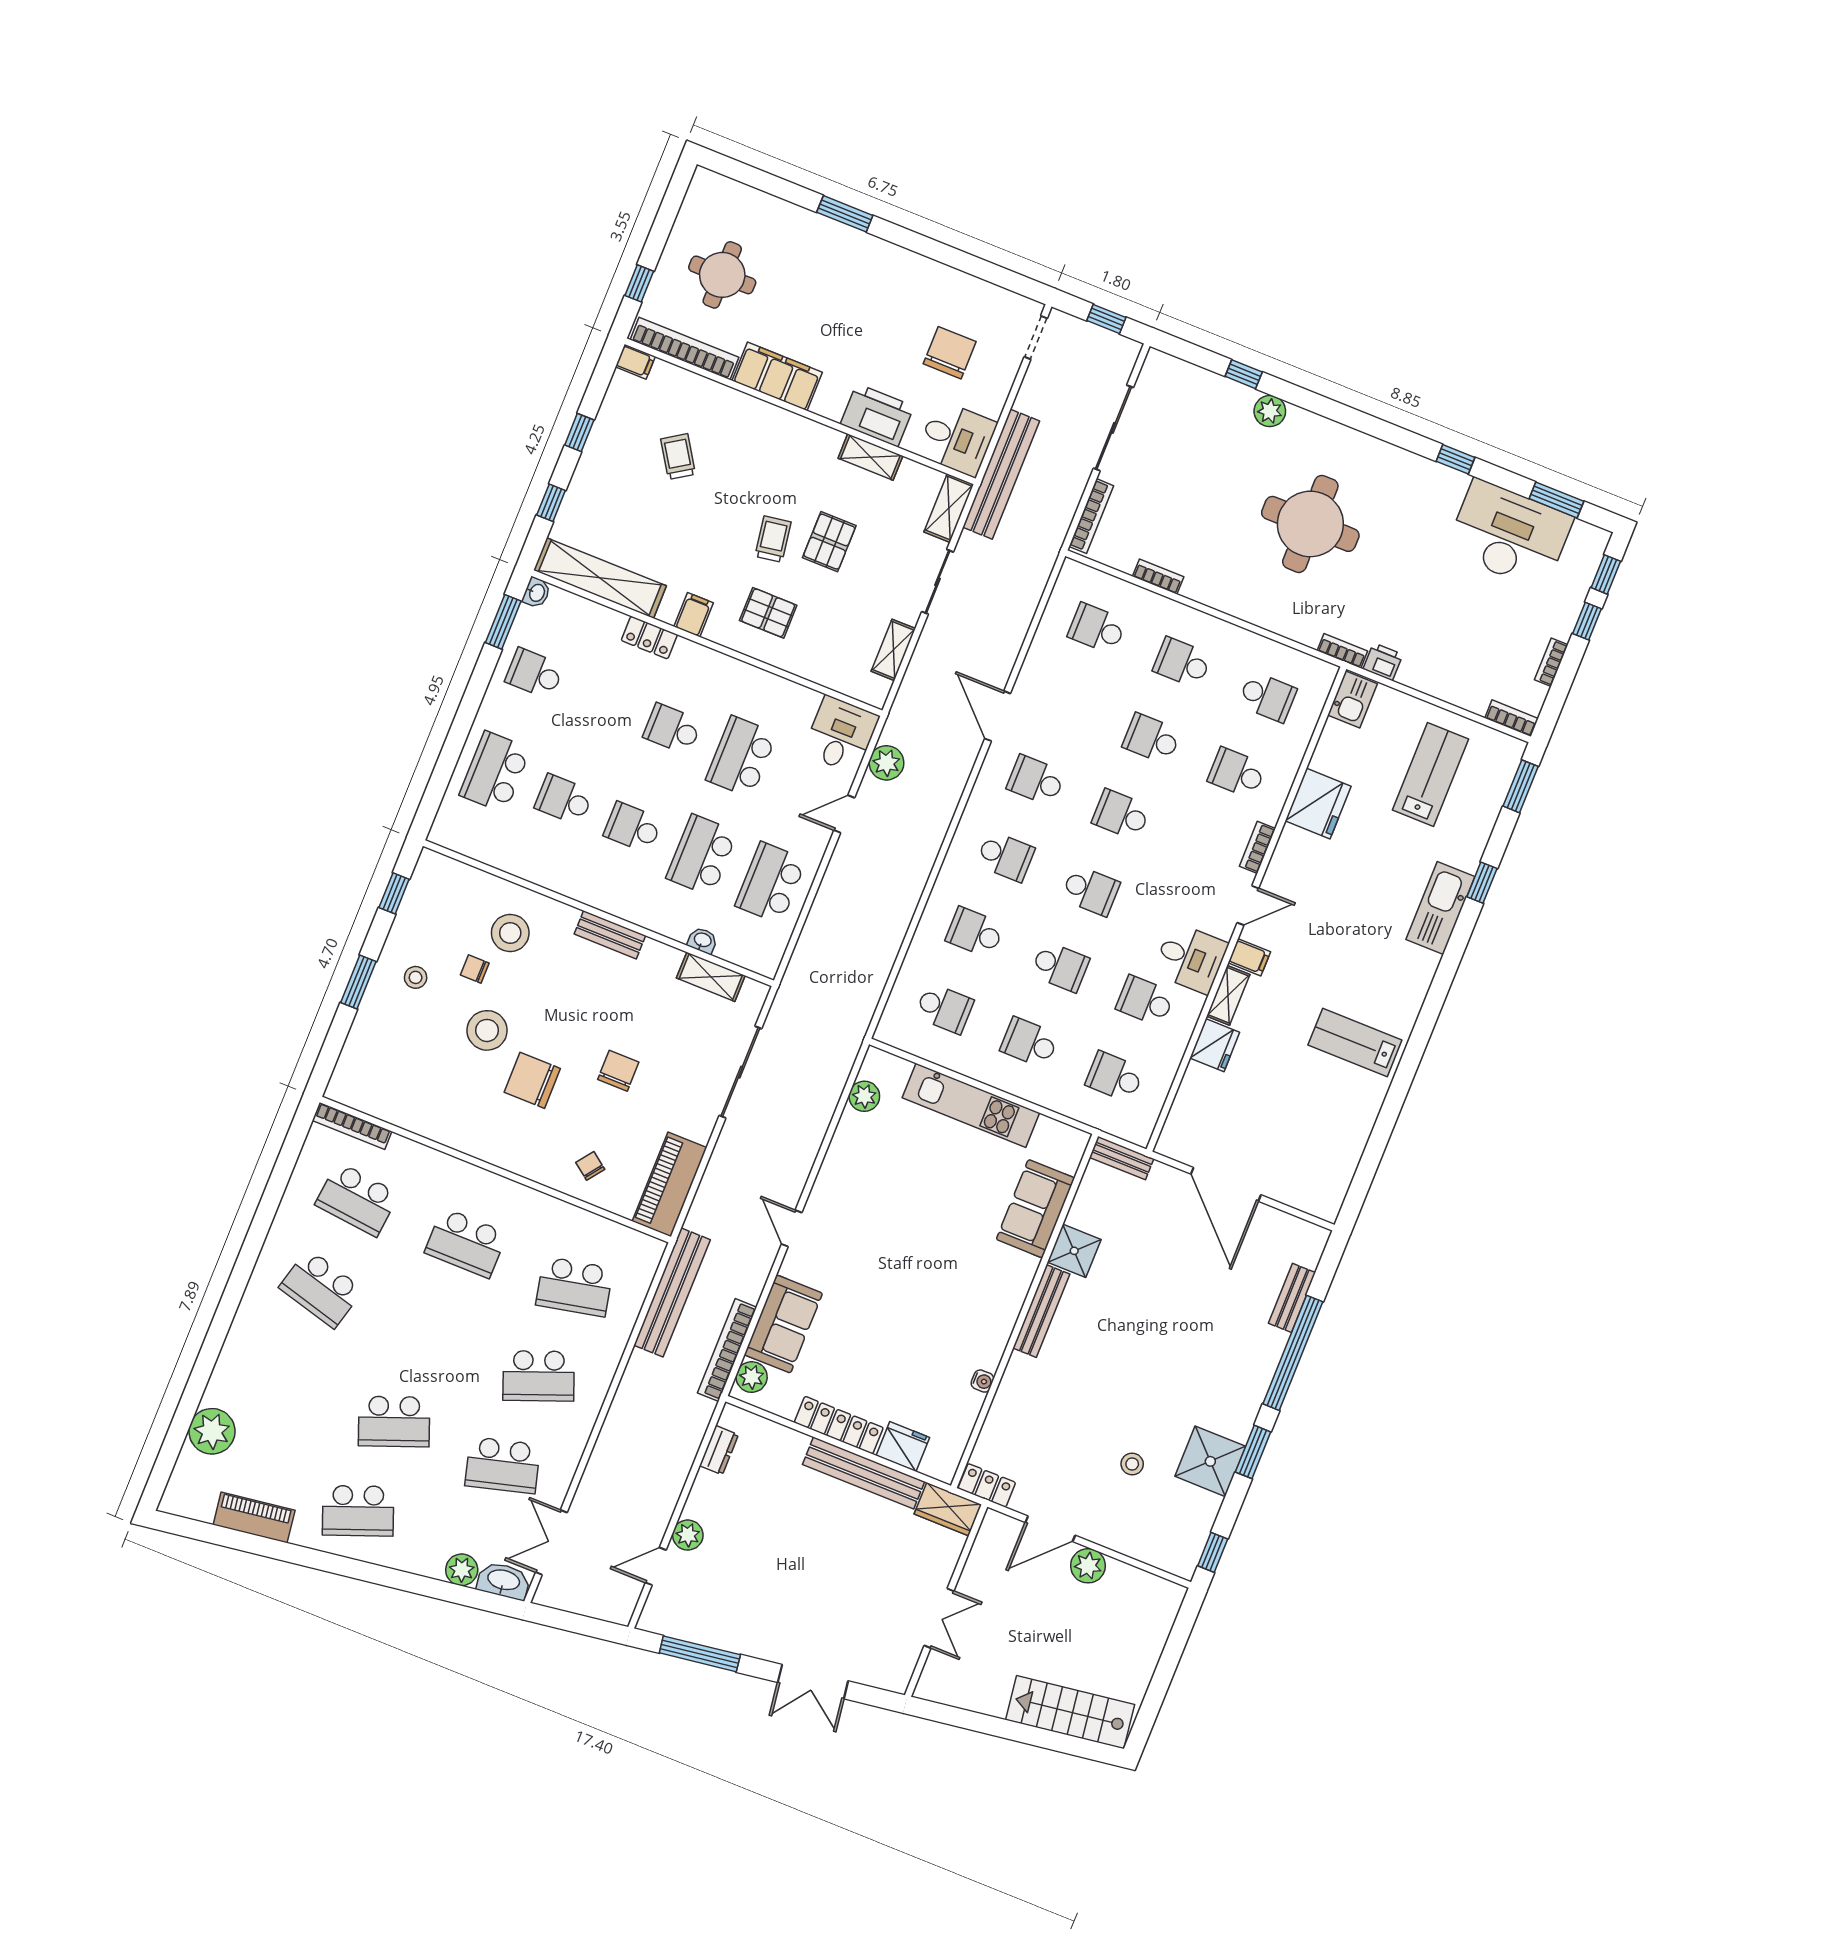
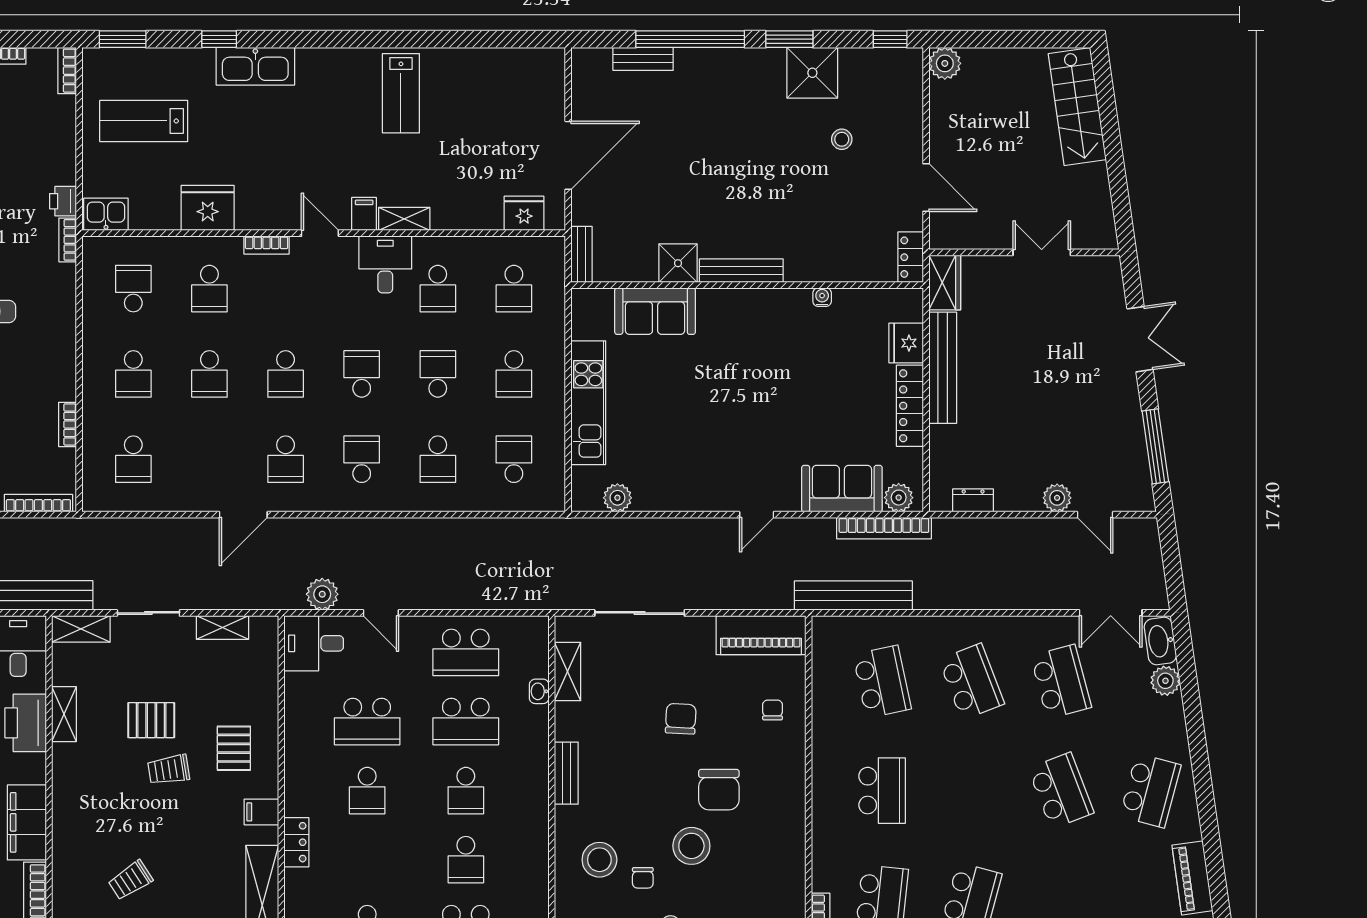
fridge: (1215, 1045) -> (524, 213), moved
chair: (618, 1071) -> (681, 719), turned 93
chair: (590, 1166) -> (773, 710), turned 143
school desk: (358, 1511) -> (1150, 791), turned 36
plant: (1088, 1566) -> (945, 63), moved

